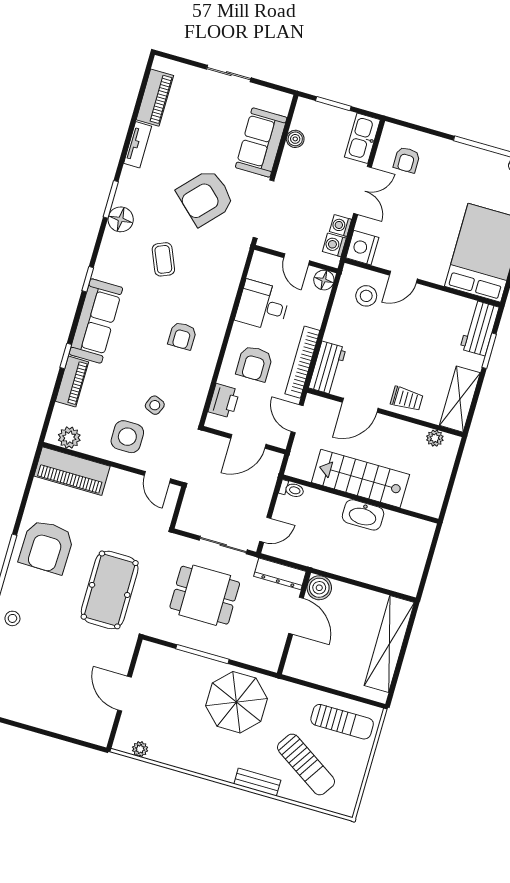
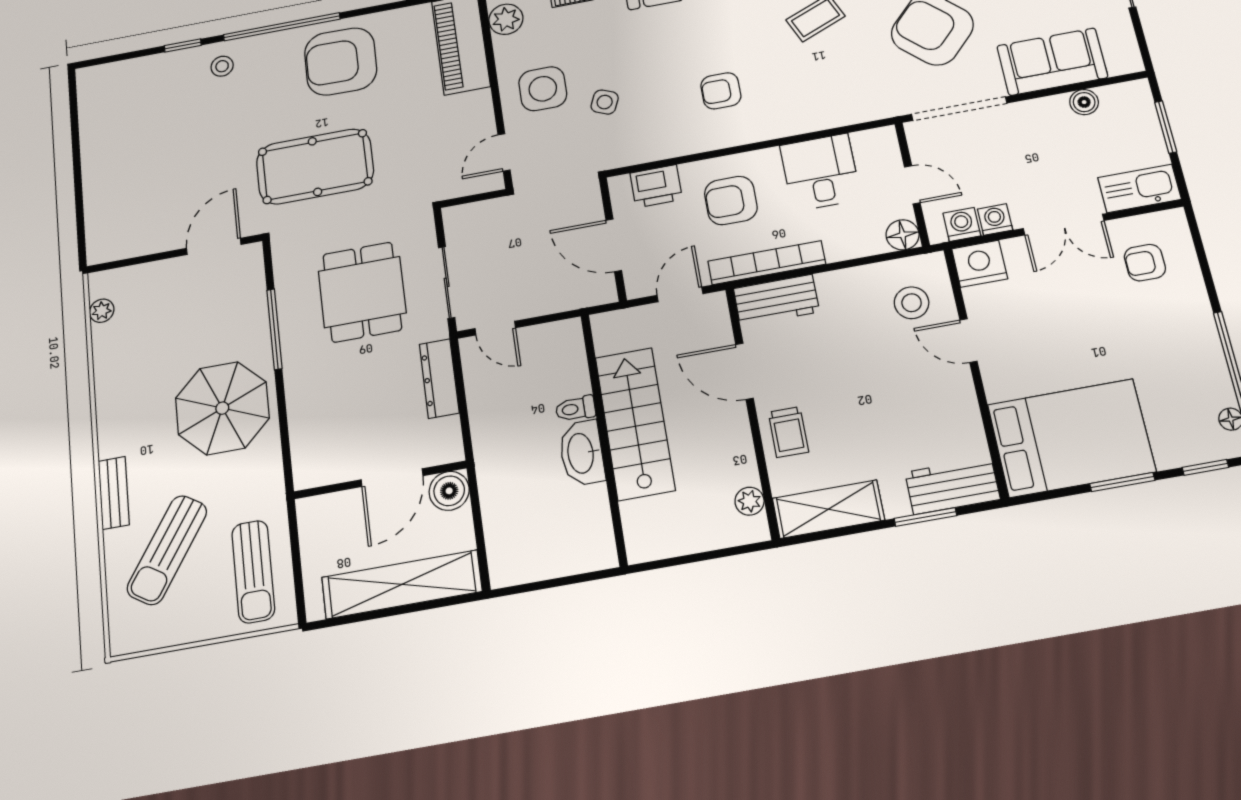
door: (297, 259) -> (912, 185), swing flipped
toilet: (292, 489) -> (575, 409), moved, turned 90
boiler: (319, 588) -> (449, 491), moved
door: (296, 616) -> (392, 478), moved
wall: (294, 623) -> (380, 480), moved
door: (125, 694) -> (214, 246), moved

